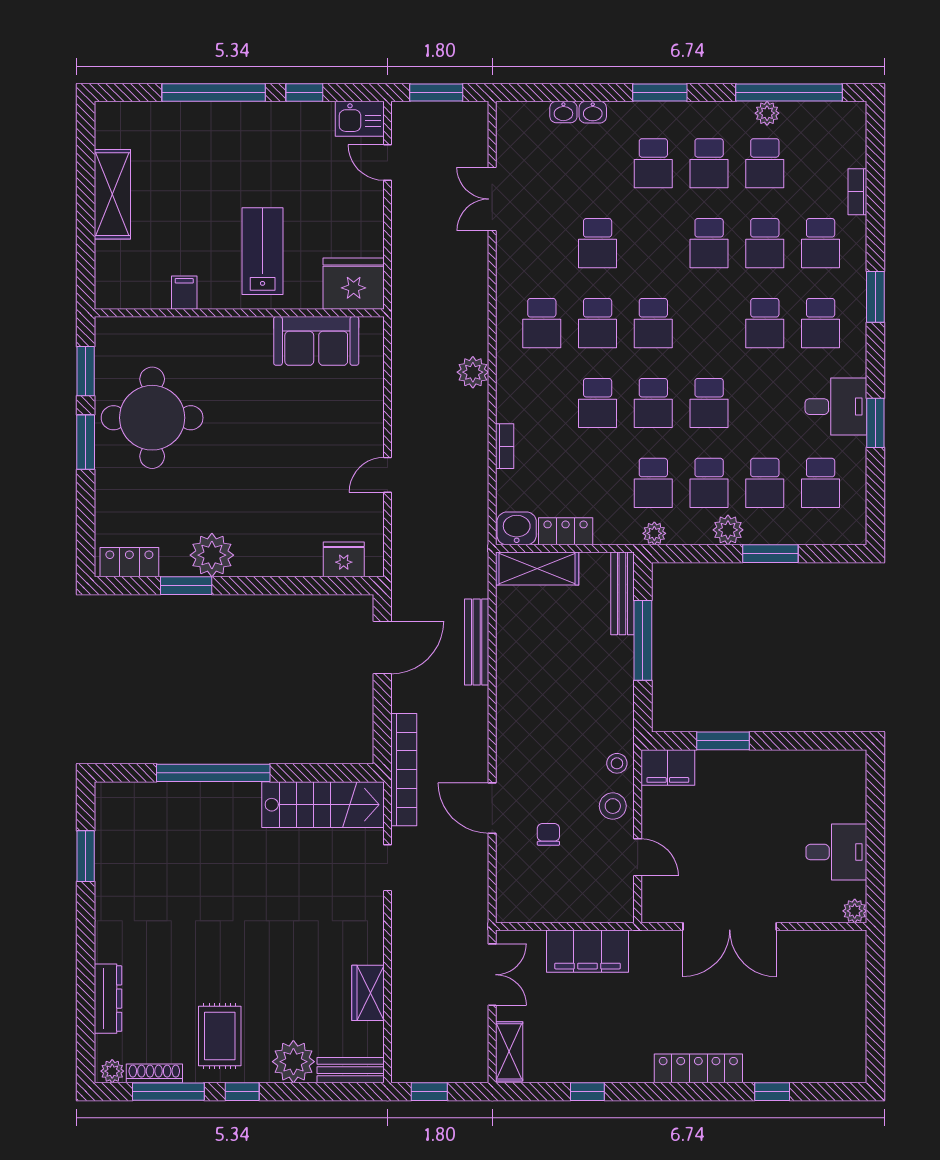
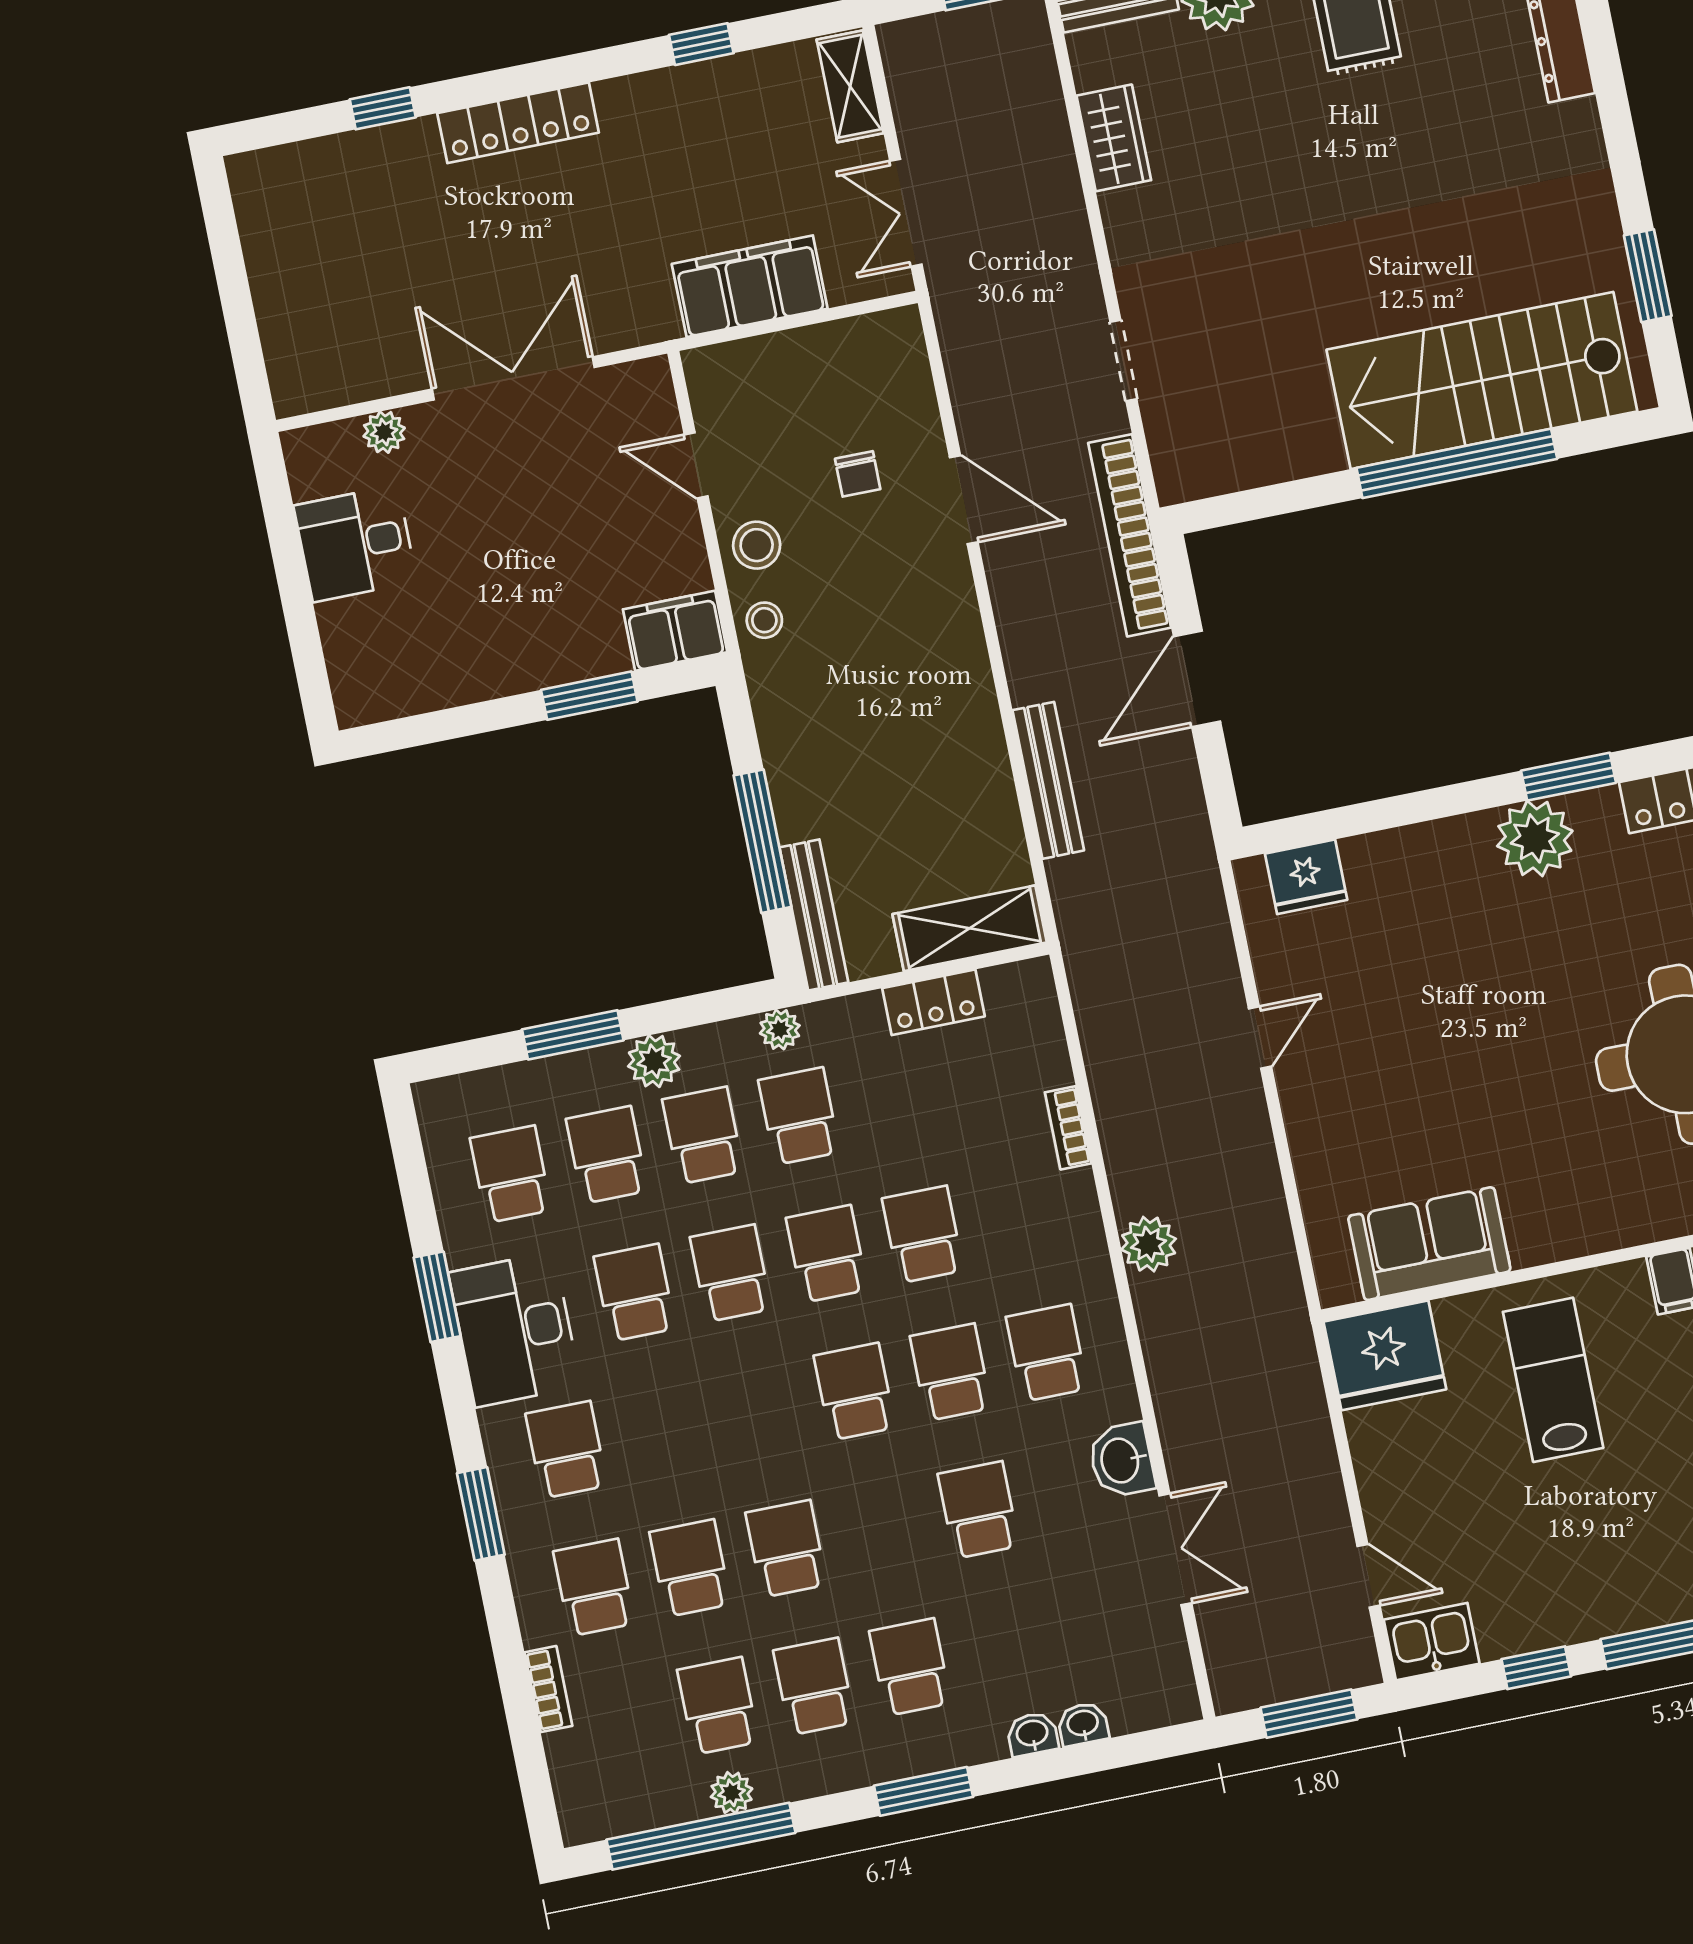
lab bench: (263, 251) -> (1553, 1380), turned 180
school desk: (765, 323) -> (635, 1293), moved
desk: (836, 407) -> (515, 1330), width x1.37
washbasin: (517, 528) -> (1122, 1460), moved, turned 90
door: (382, 647) -> (1197, 679), moved
stairs: (323, 805) -> (1482, 380), moved, width x1.36, depth x1.51
plant: (855, 911) -> (384, 432), moved

